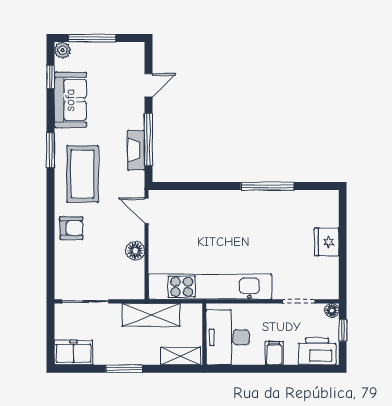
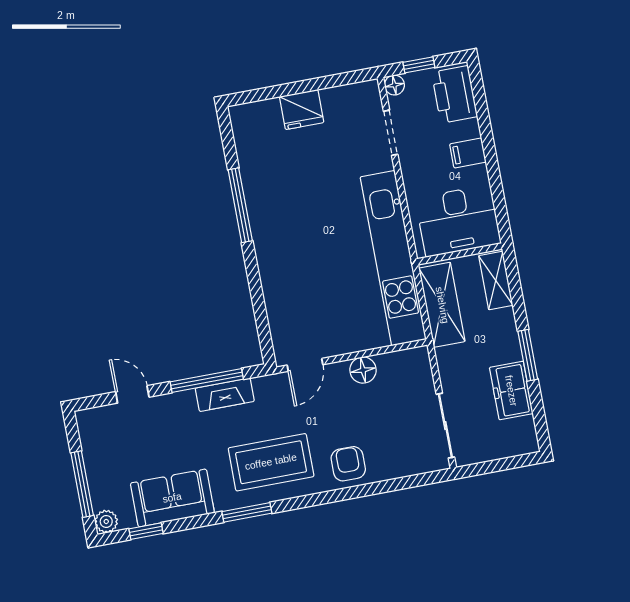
shelving: (151, 315) -> (442, 305), moved
freezer: (73, 352) -> (511, 391), moved

